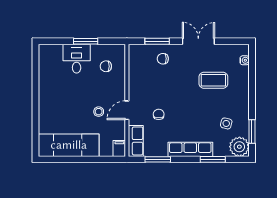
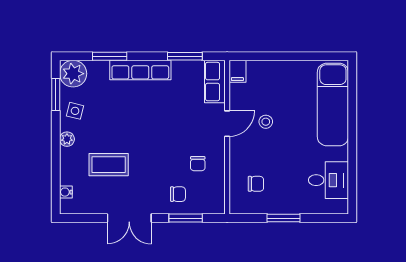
desk: (77, 59) -> (328, 180), moved, turned -90
plant: (244, 99) -> (67, 139), added
chair: (159, 114) -> (198, 164), moved
side table: (226, 123) -> (75, 111), moved
exam couch: (69, 145) -> (333, 104), moved, turned 90

